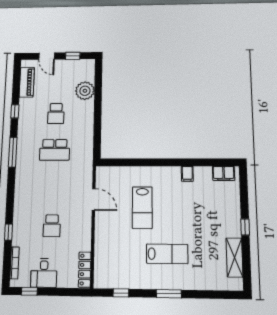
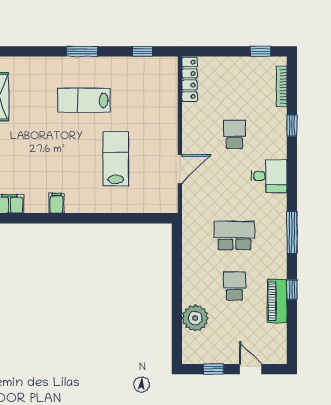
piano: (27, 82) -> (277, 301), moved
door: (94, 199) -> (180, 169), swing flipped
desk: (44, 273) -> (269, 176), moved, turned 90

